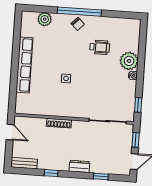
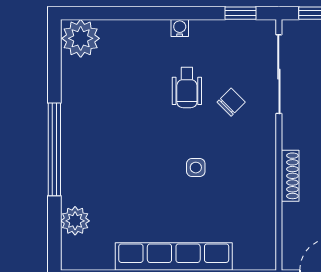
chair: (78, 24) -> (231, 102), moved
wheelchair: (100, 47) -> (187, 88), moved, turned 180
plant: (129, 61) -> (81, 38), moved

